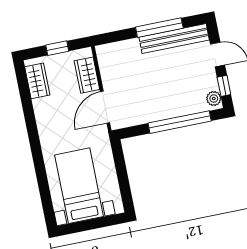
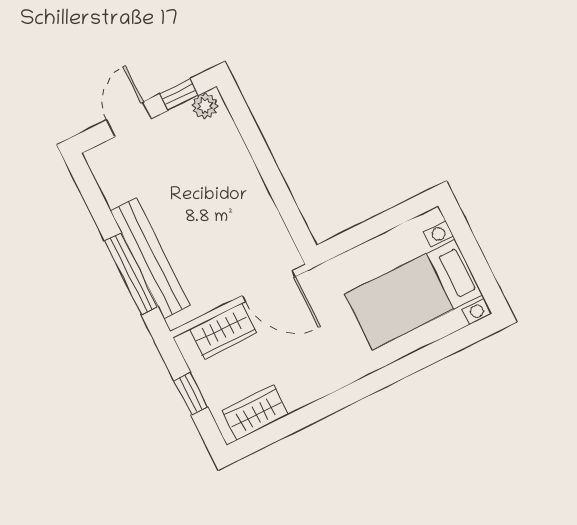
window: (159, 28) -> (131, 274), moved
bench: (174, 39) -> (150, 258), moved
window: (180, 122) -> (260, 153), removed

